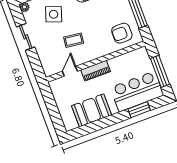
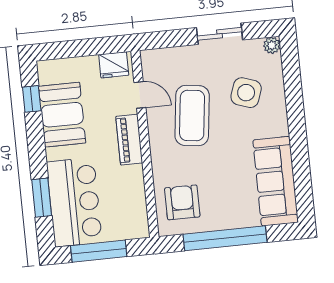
coffee table: (74, 40) -> (192, 116), width x1.86, depth x1.72
fridge: (57, 90) -> (114, 65), added
window: (87, 129) -> (32, 99), added

